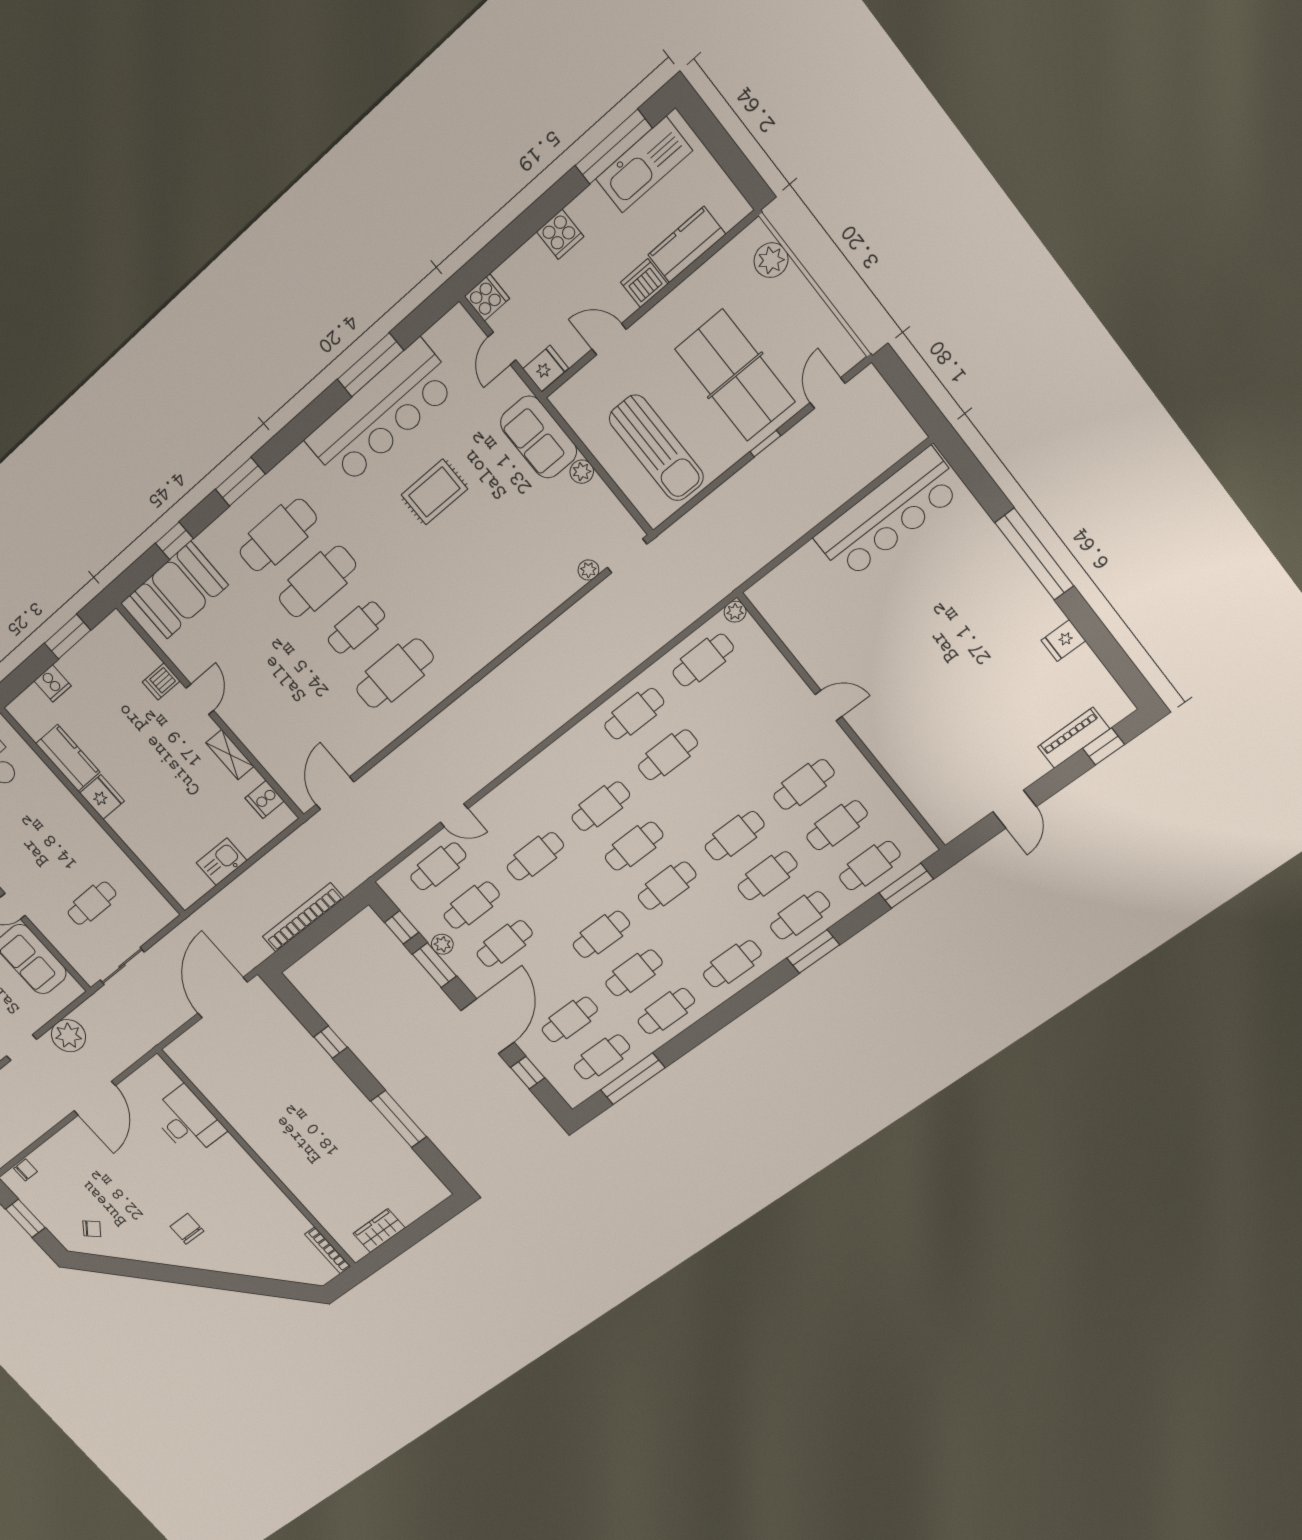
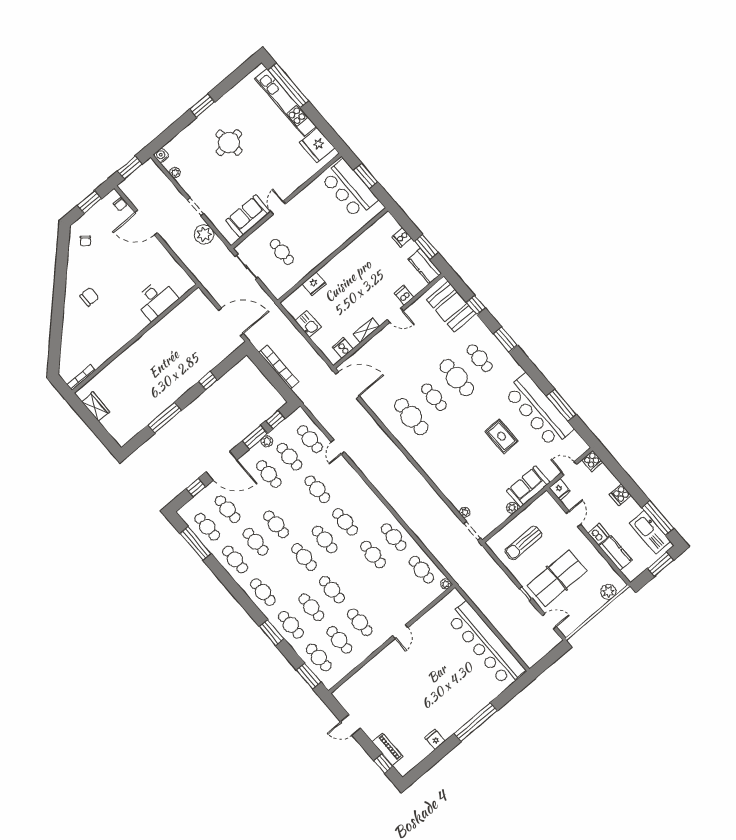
window: (716, 139) -> (661, 564), added
sun lounger: (656, 448) -> (523, 543), width x0.73, depth x0.75
bar counter: (889, 514) -> (486, 644), width x1.36
cafe table: (278, 535) -> (480, 358), width x0.73, depth x0.74
kitchen counter: (68, 758) -> (425, 266), moved, turned 90
door: (335, 793) -> (348, 385), width x1.36
fridge: (102, 797) -> (314, 284), moved
door: (95, 1098) -> (146, 223), moved

